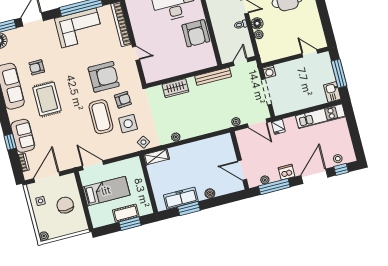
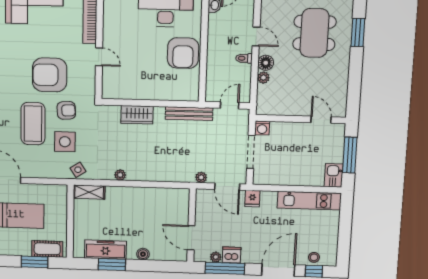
armchair: (104, 77) -> (50, 75), turned 180
dishwasher: (287, 172) -> (232, 255), moved
cot: (126, 213) -> (47, 249), moved

